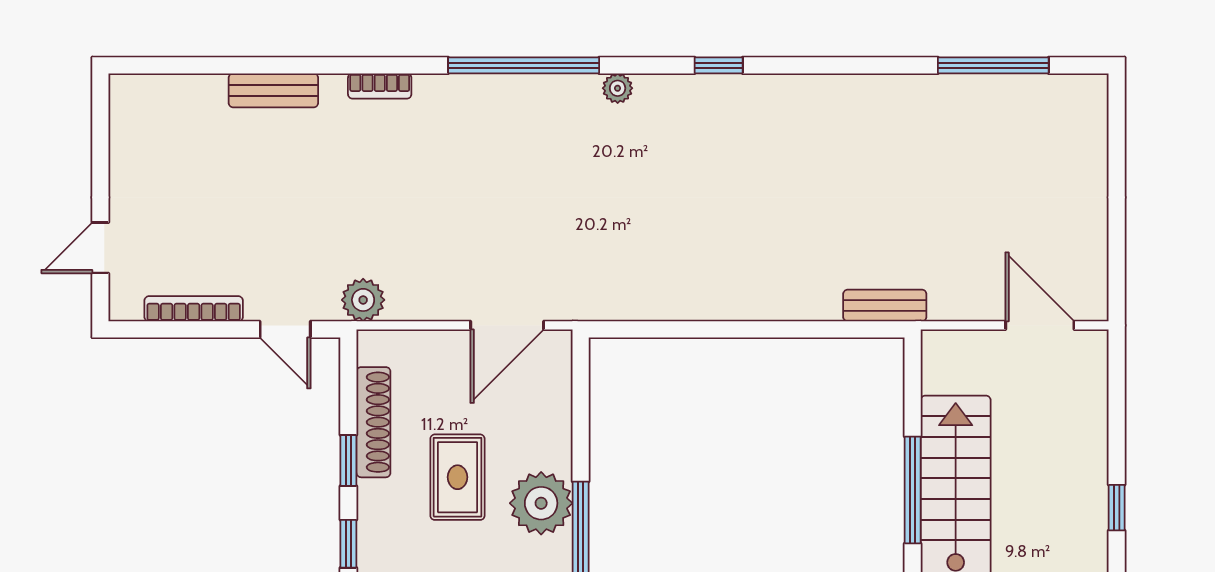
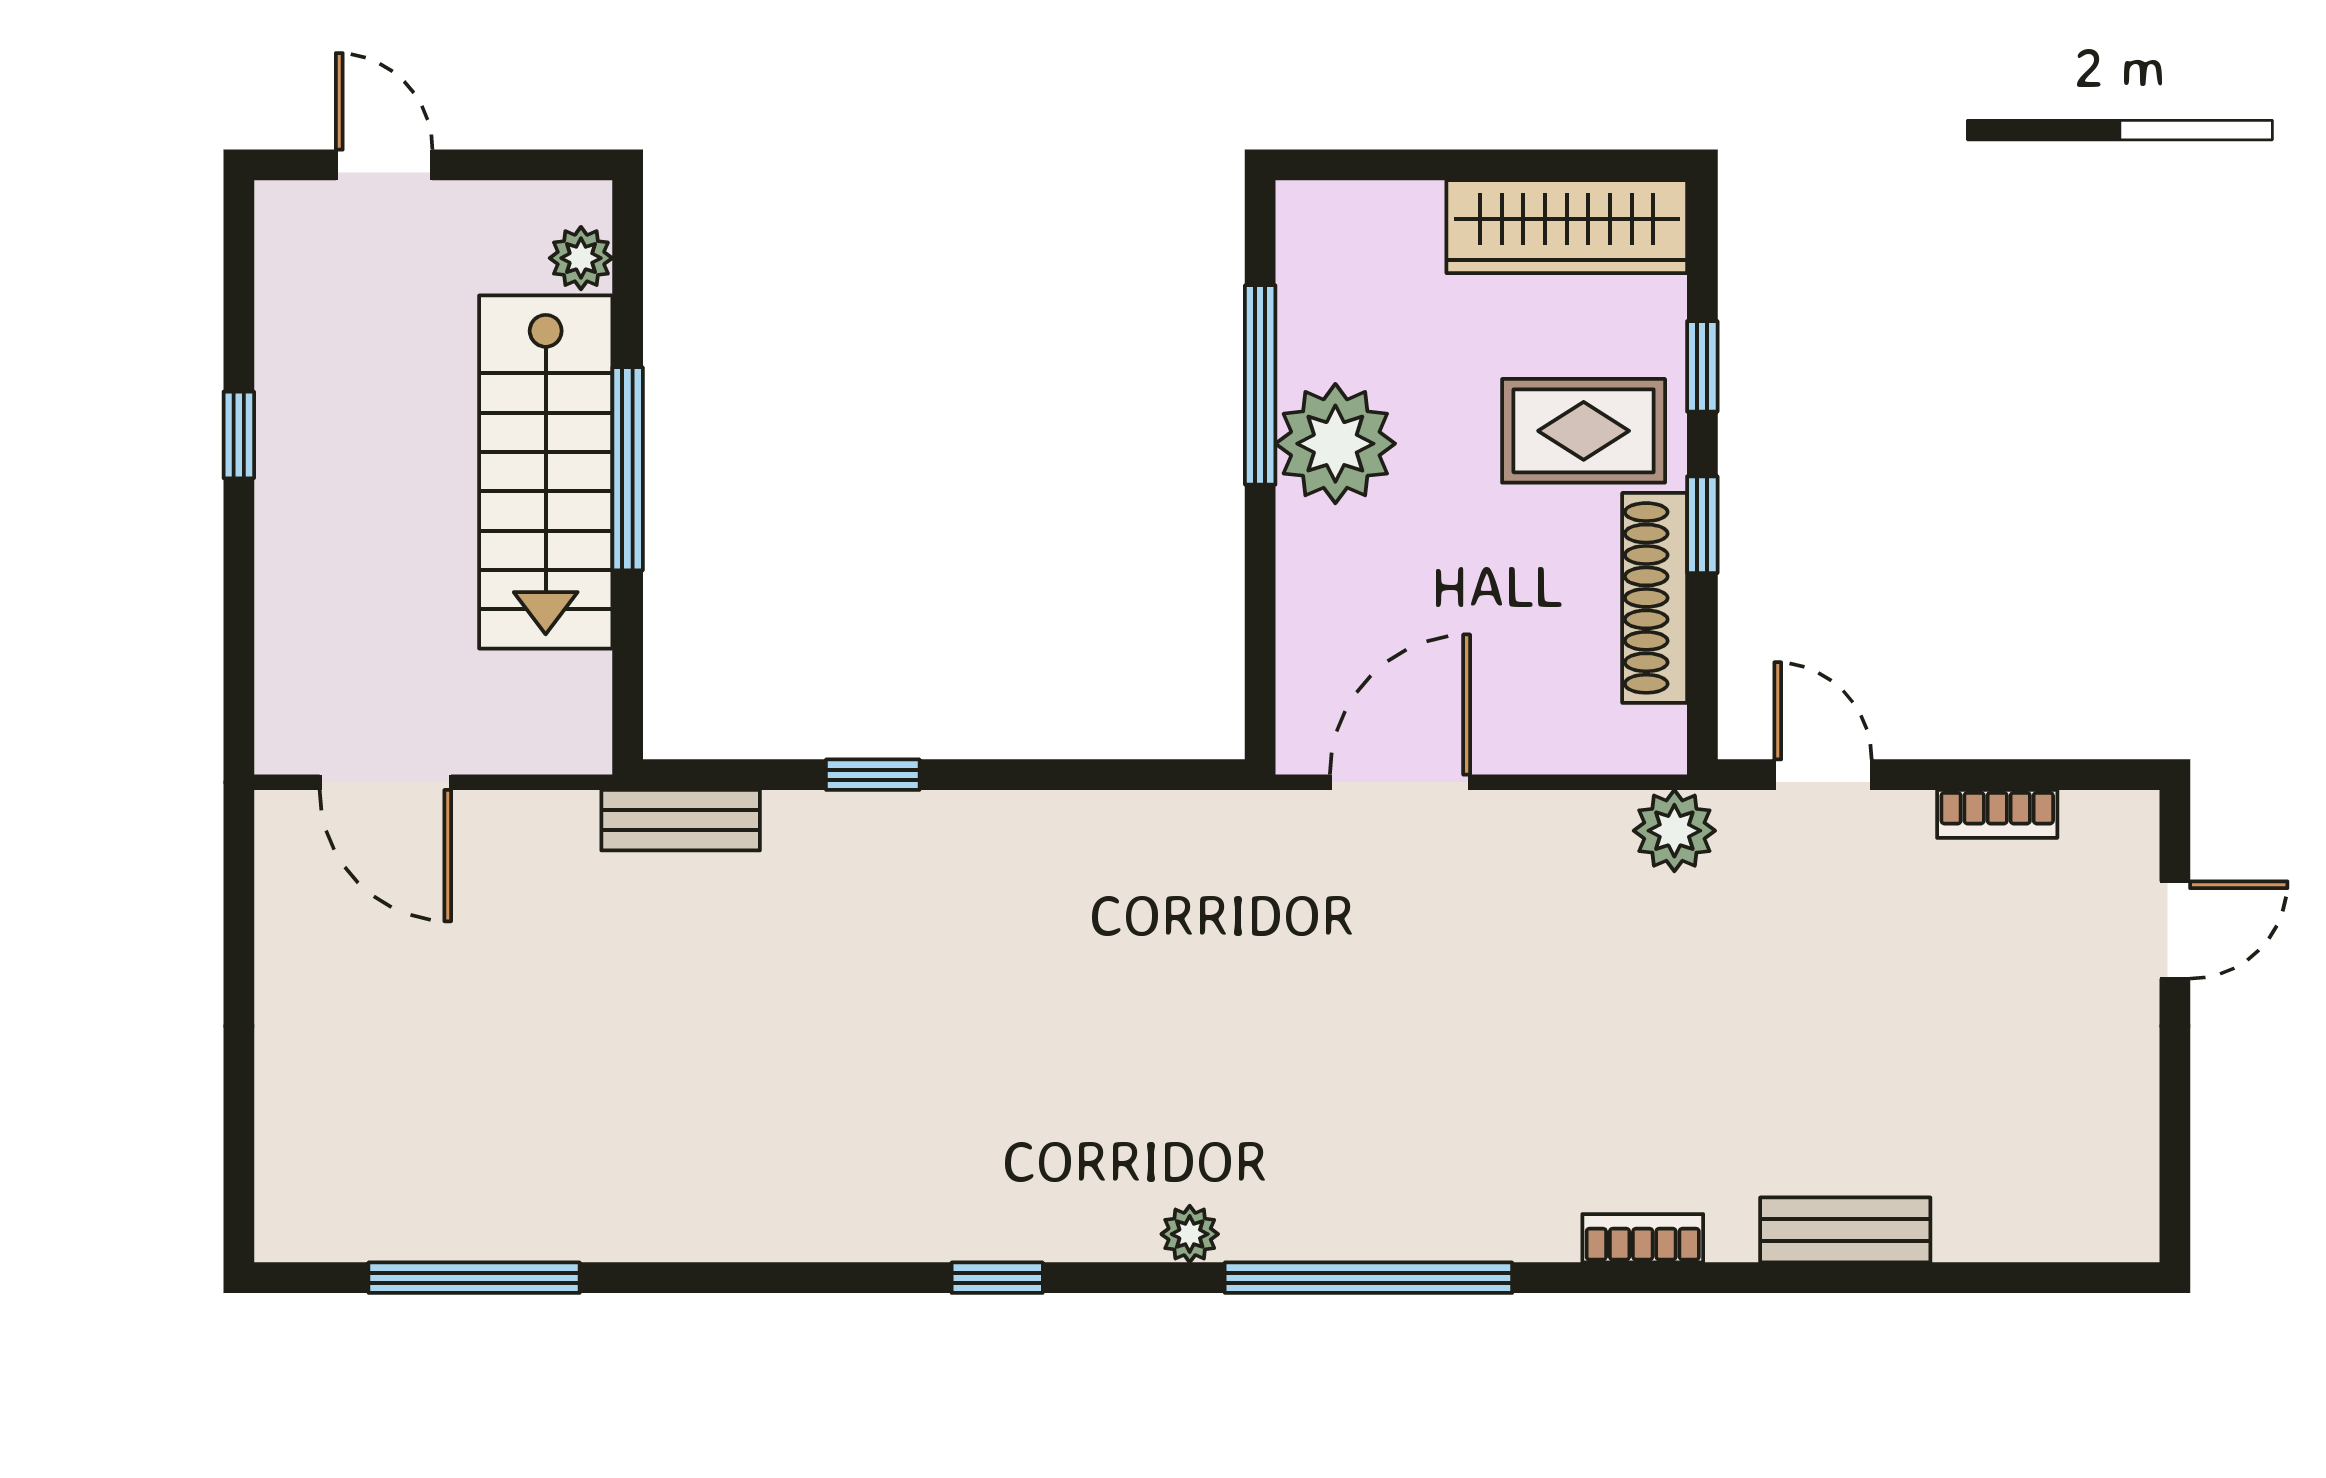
bookcase: (194, 309) -> (1997, 814), width x0.64
window: (784, 329) -> (873, 775), added
rug: (457, 477) -> (1584, 431), moved, turned 90

